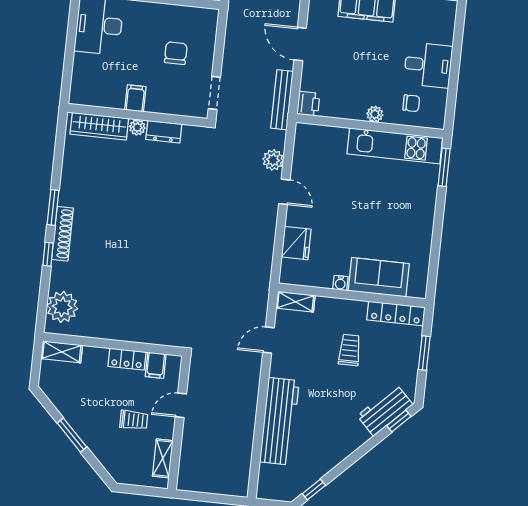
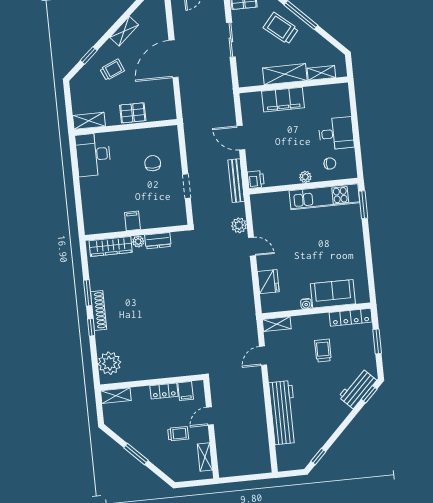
filing cabinet: (135, 98) -> (132, 221), moved
wall: (137, 115) -> (136, 233), moved
wardrobe: (99, 126) -> (111, 246), moved
plant: (137, 127) -> (138, 241), moved
dresser: (164, 132) -> (158, 241), moved

